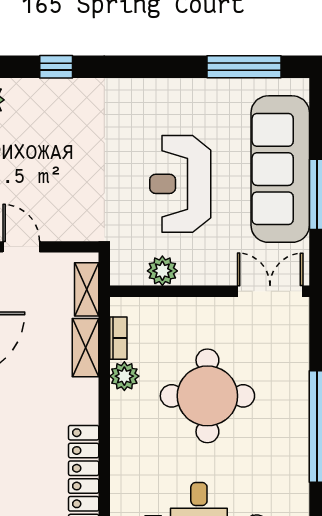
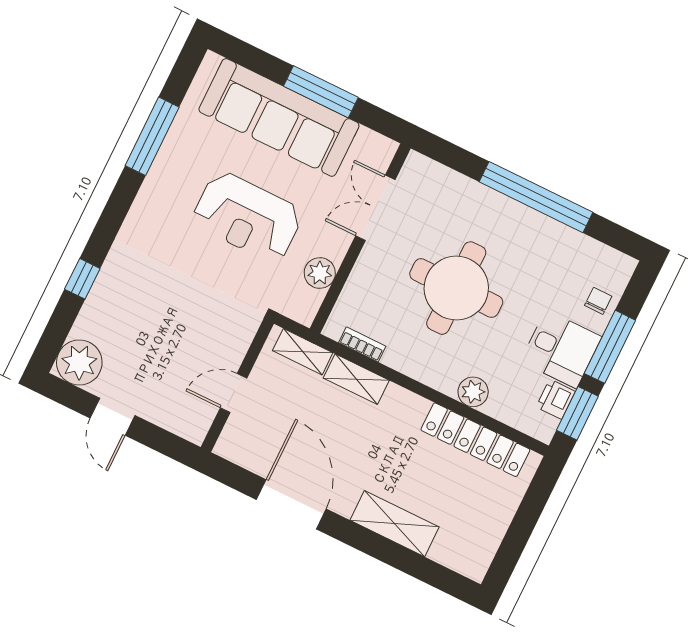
window: (244, 67) -> (152, 136), moved
double door: (270, 291) -> (375, 208), moved
plant: (124, 376) -> (473, 392), moved

